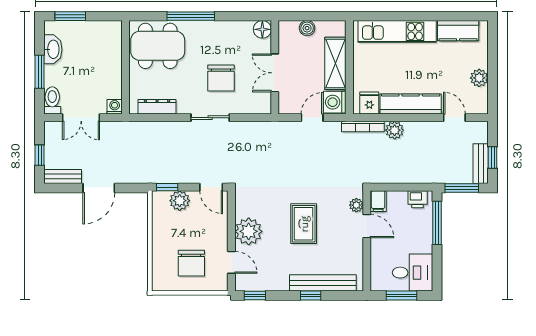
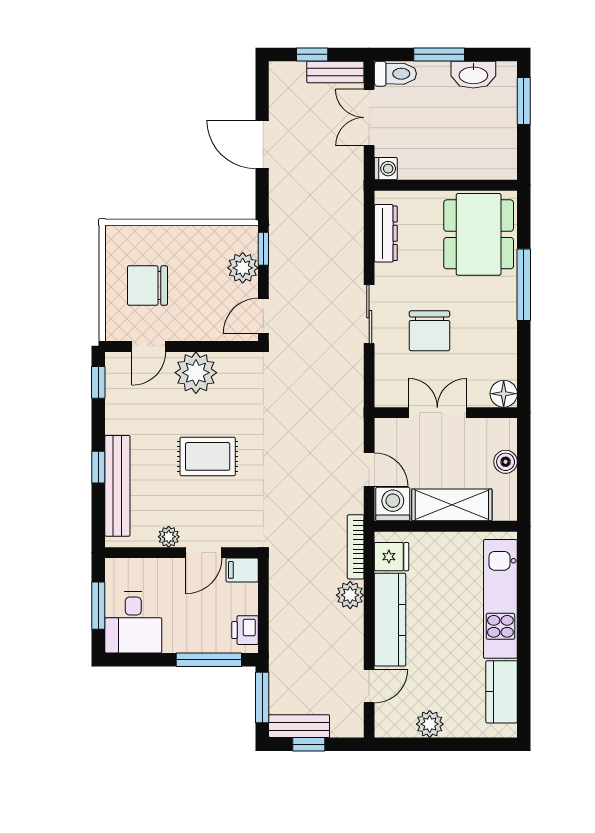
chair: (221, 78) -> (429, 331), turned -90
bench: (63, 176) -> (335, 72), moved, turned 90
plant: (356, 205) -> (169, 537), moved

